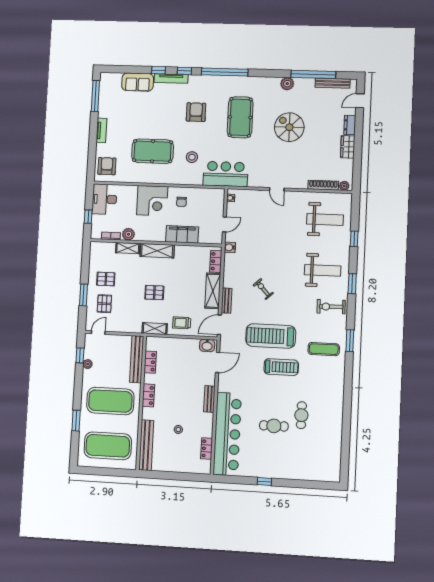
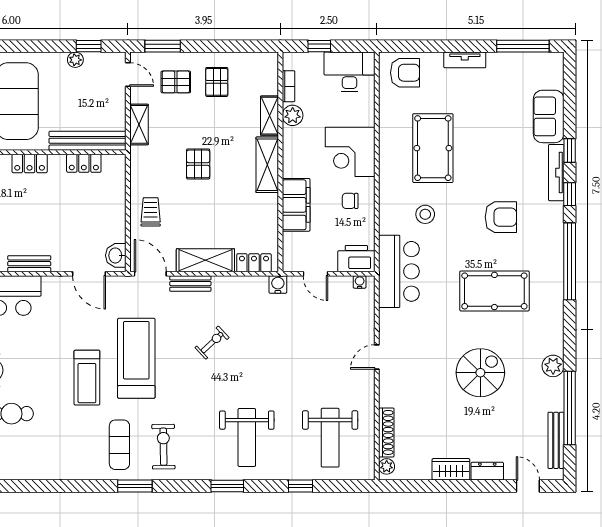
printer: (216, 199) -> (356, 259), added
window: (84, 295) -> (163, 46), moved
exercise bike: (331, 307) -> (163, 447), moved
shelving: (155, 329) -> (139, 124), moved

